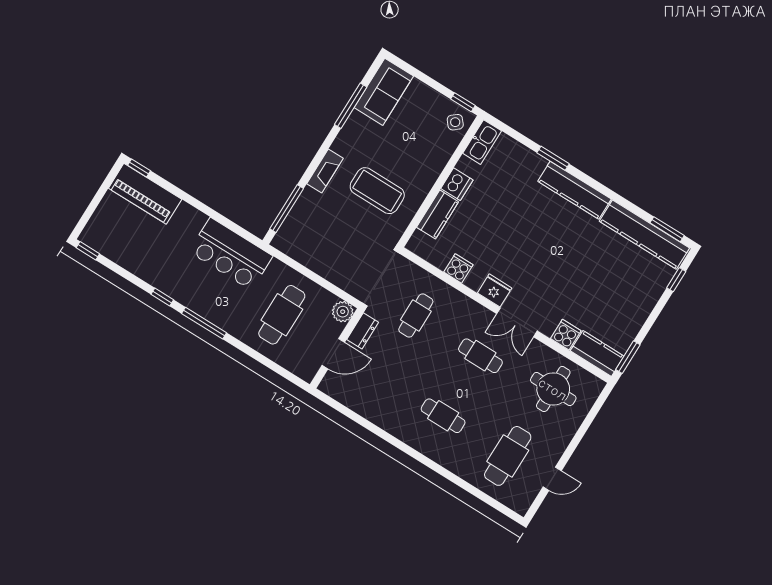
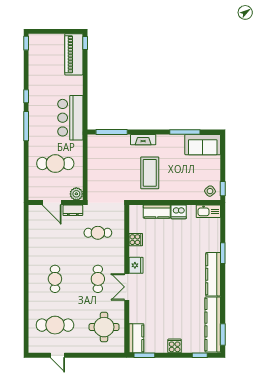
cooker: (566, 335) -> (175, 346), moved, turned -90

